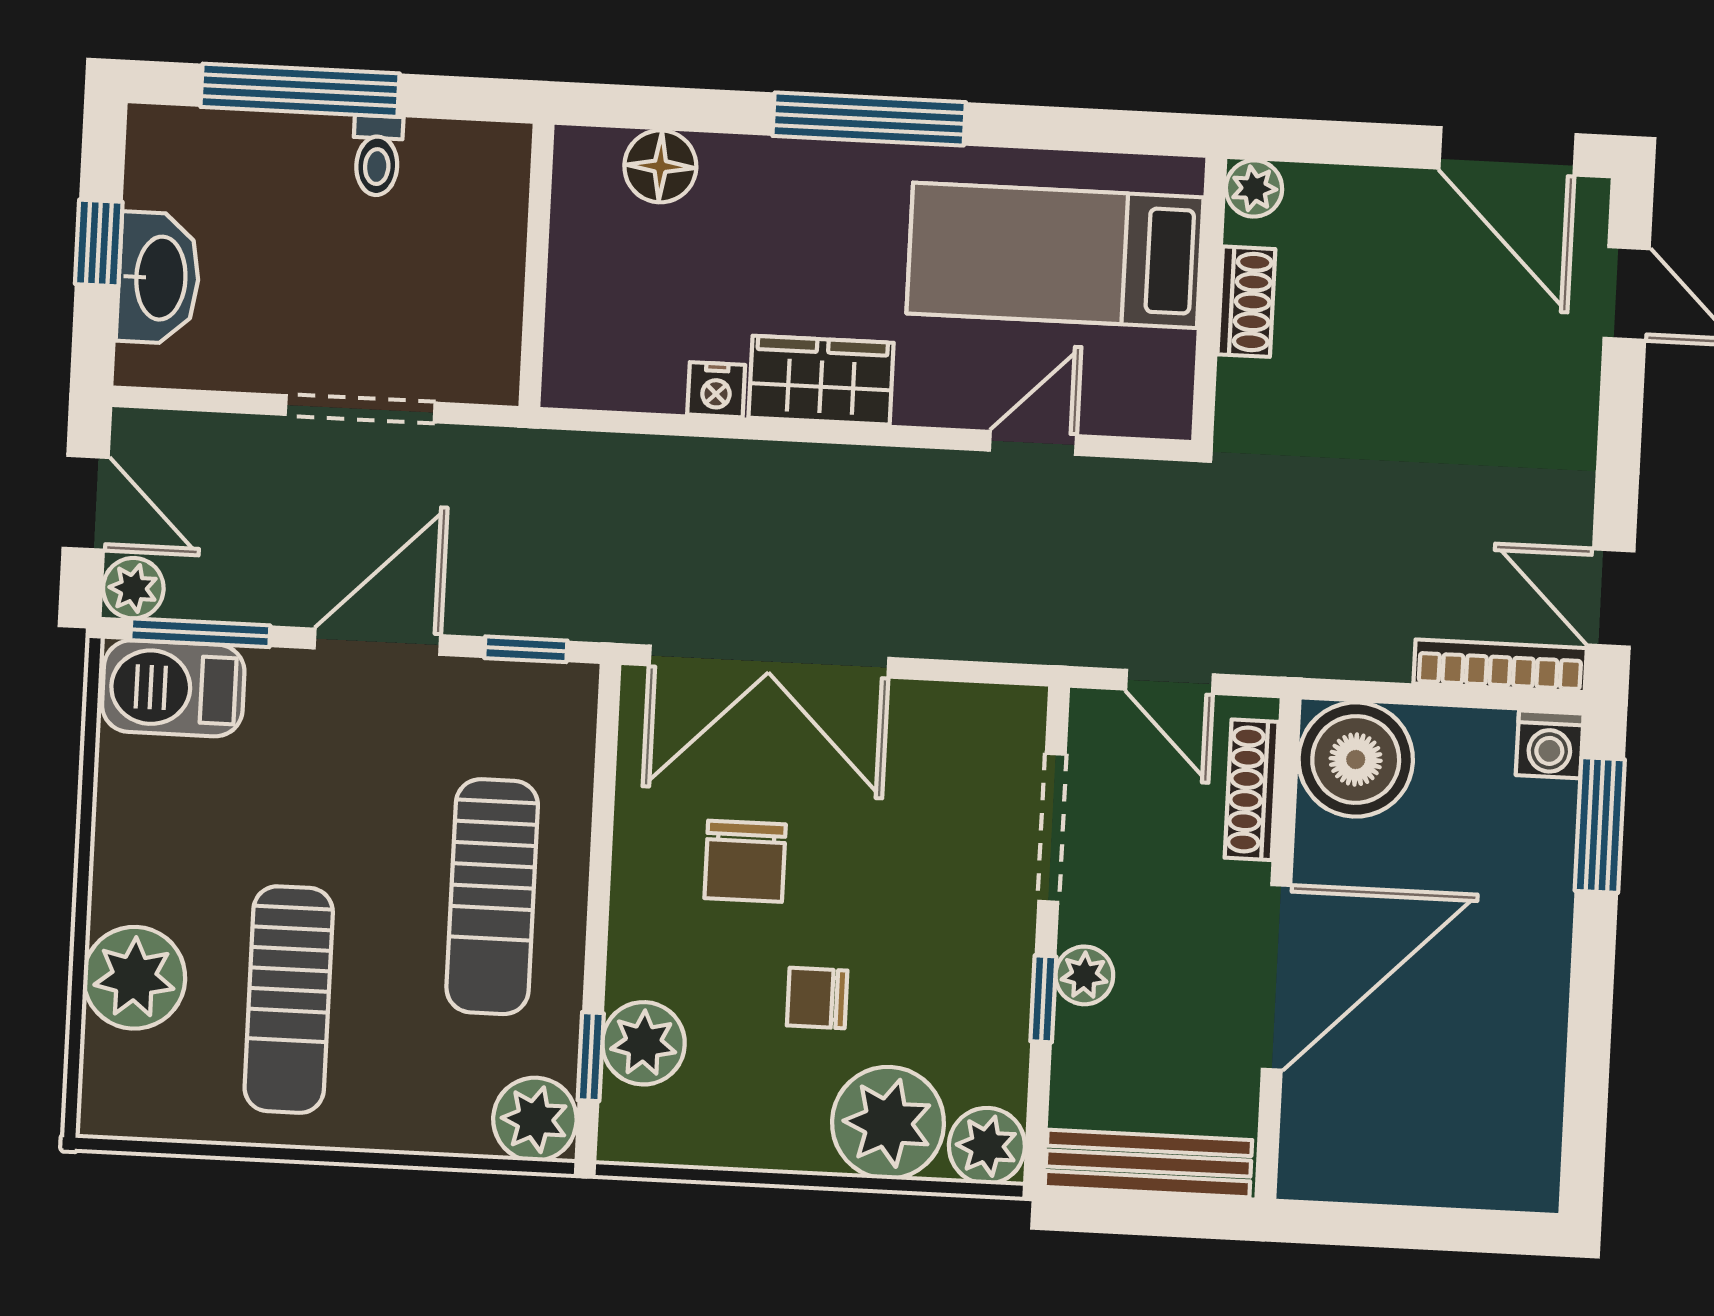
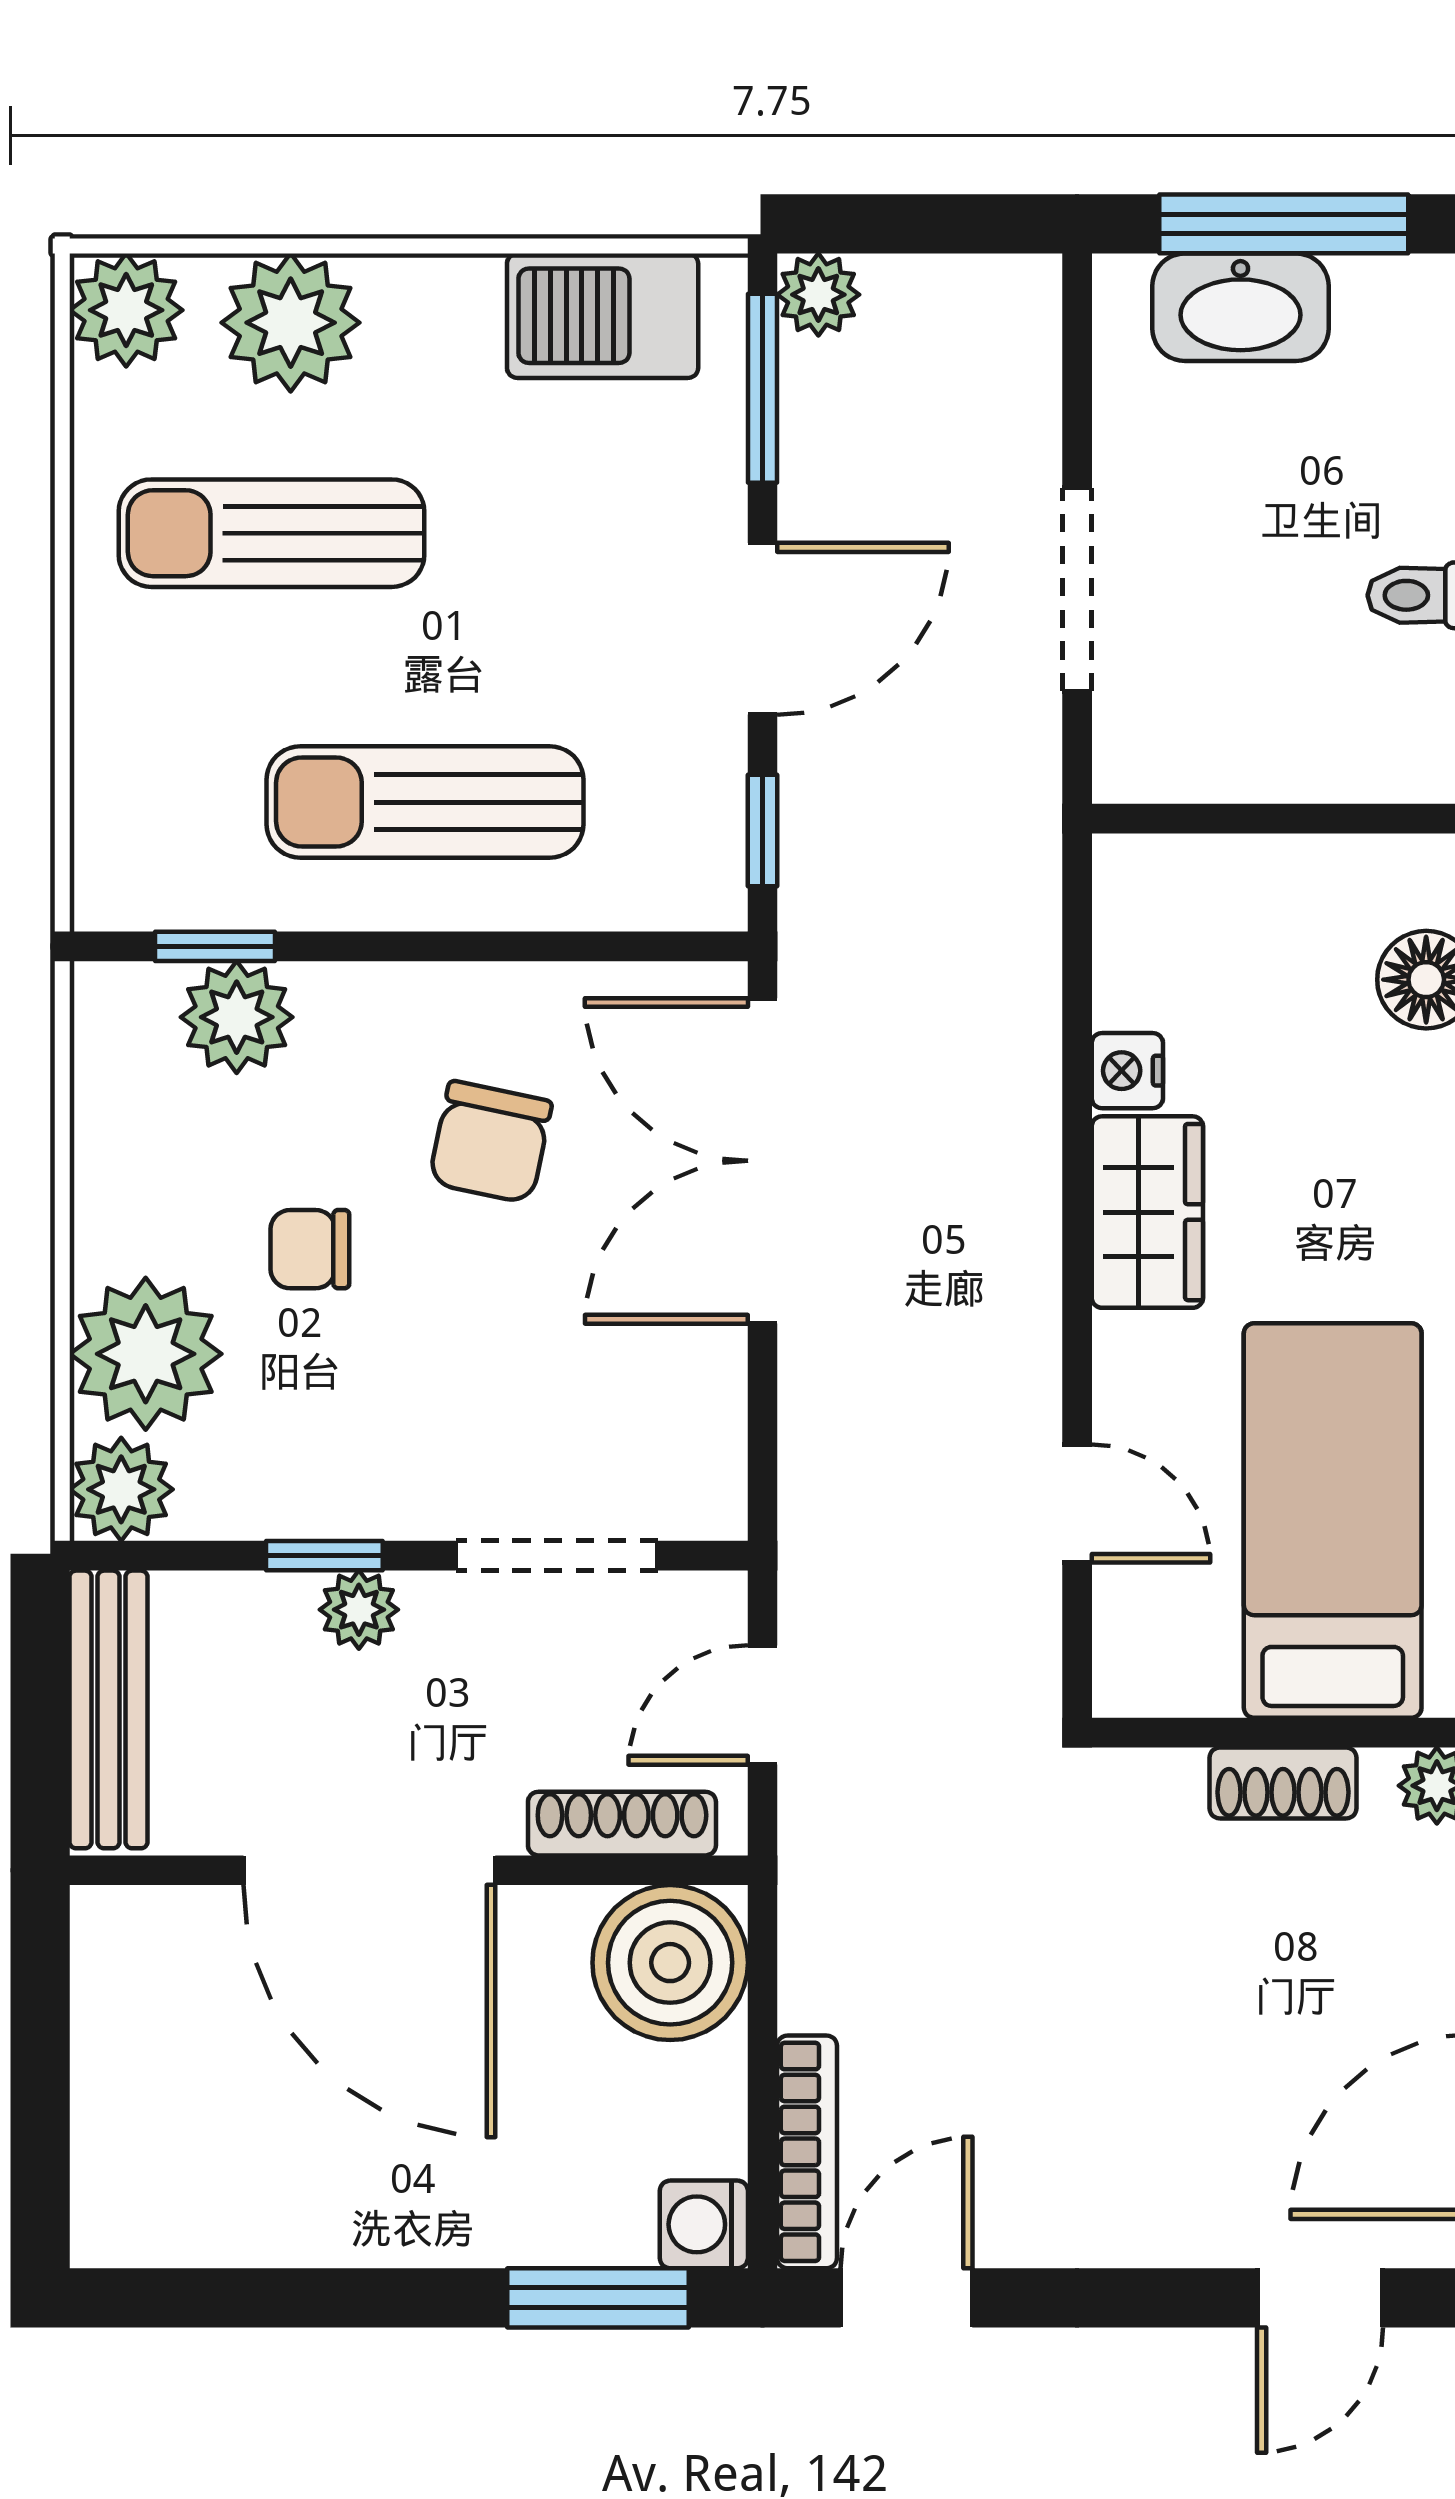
window: (99, 243) -> (1284, 224), width x2.17
door: (86, 503) -> (931, 224), removed
door: (377, 642) -> (762, 629), hinge flipped
barbecue: (173, 688) -> (603, 316), moved, turned -90
chair: (745, 861) -> (490, 1142), turned -78
chair: (817, 998) -> (310, 1249), turned -90
plant: (535, 1119) -> (126, 310), moved

